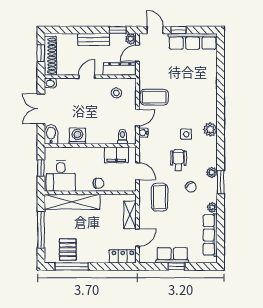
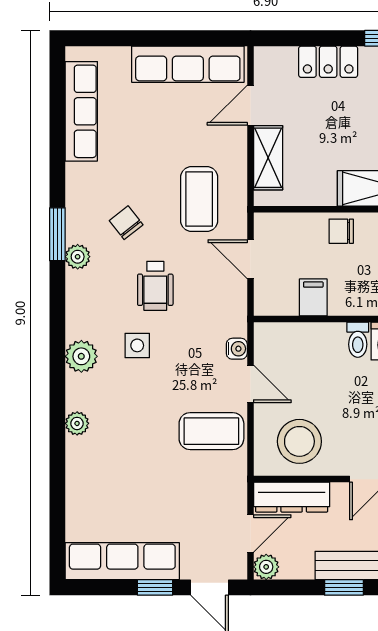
window: (118, 30) -> (344, 587), moved
stool: (116, 93) -> (299, 441), width x1.89, depth x1.89
door: (137, 118) -> (250, 384), swing flipped
toilet: (122, 137) -> (358, 340), moved
filing cabinet: (116, 155) -> (313, 297), width x0.50
plant: (212, 207) -> (77, 423), moved
row of seats: (172, 255) -> (188, 64), width x1.48
locker: (123, 256) -> (328, 62), moved
window: (176, 266) -> (160, 38), removed

